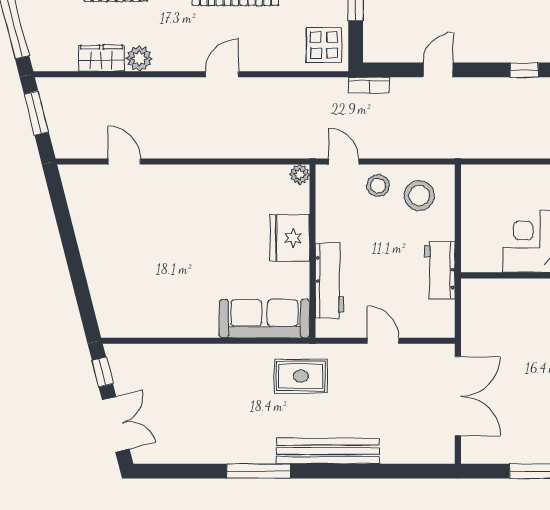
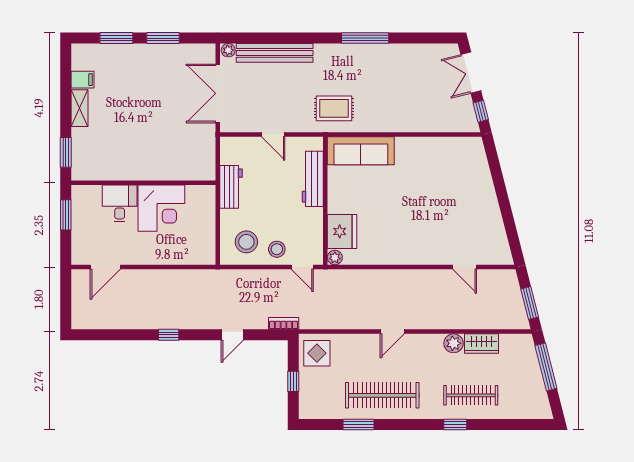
fridge: (290, 238) -> (342, 231), moved
bench: (328, 451) -> (275, 53), moved
plant: (444, 455) -> (228, 50), added

